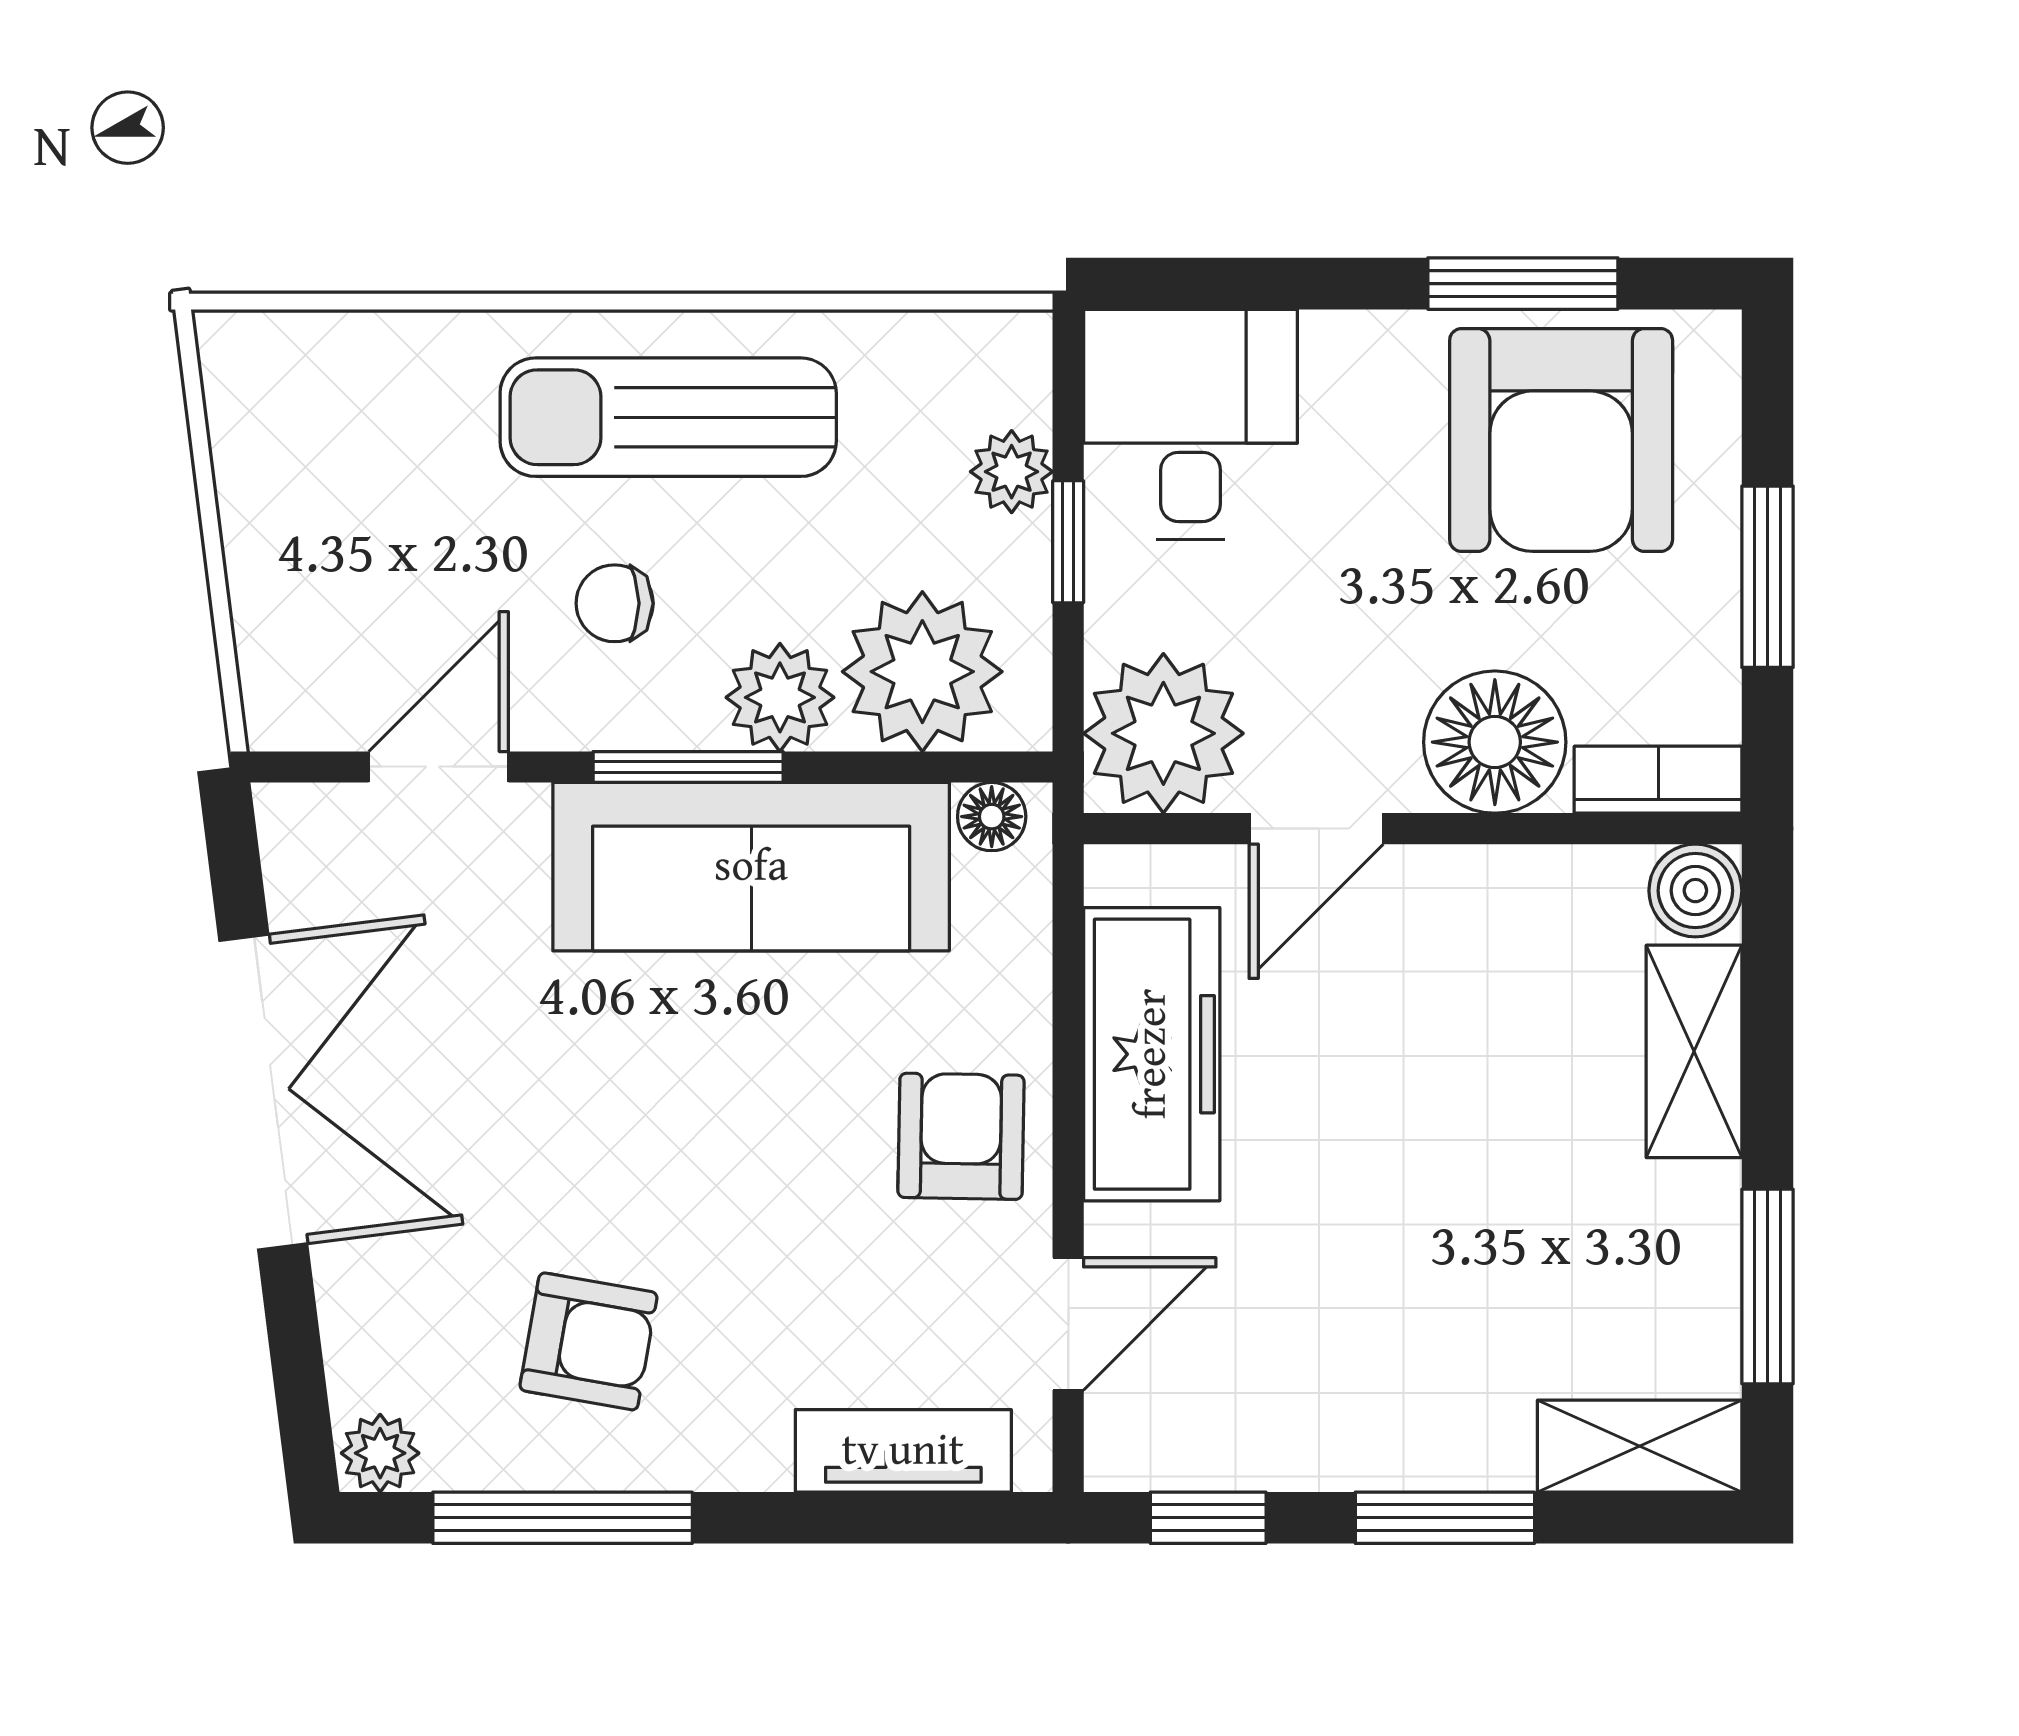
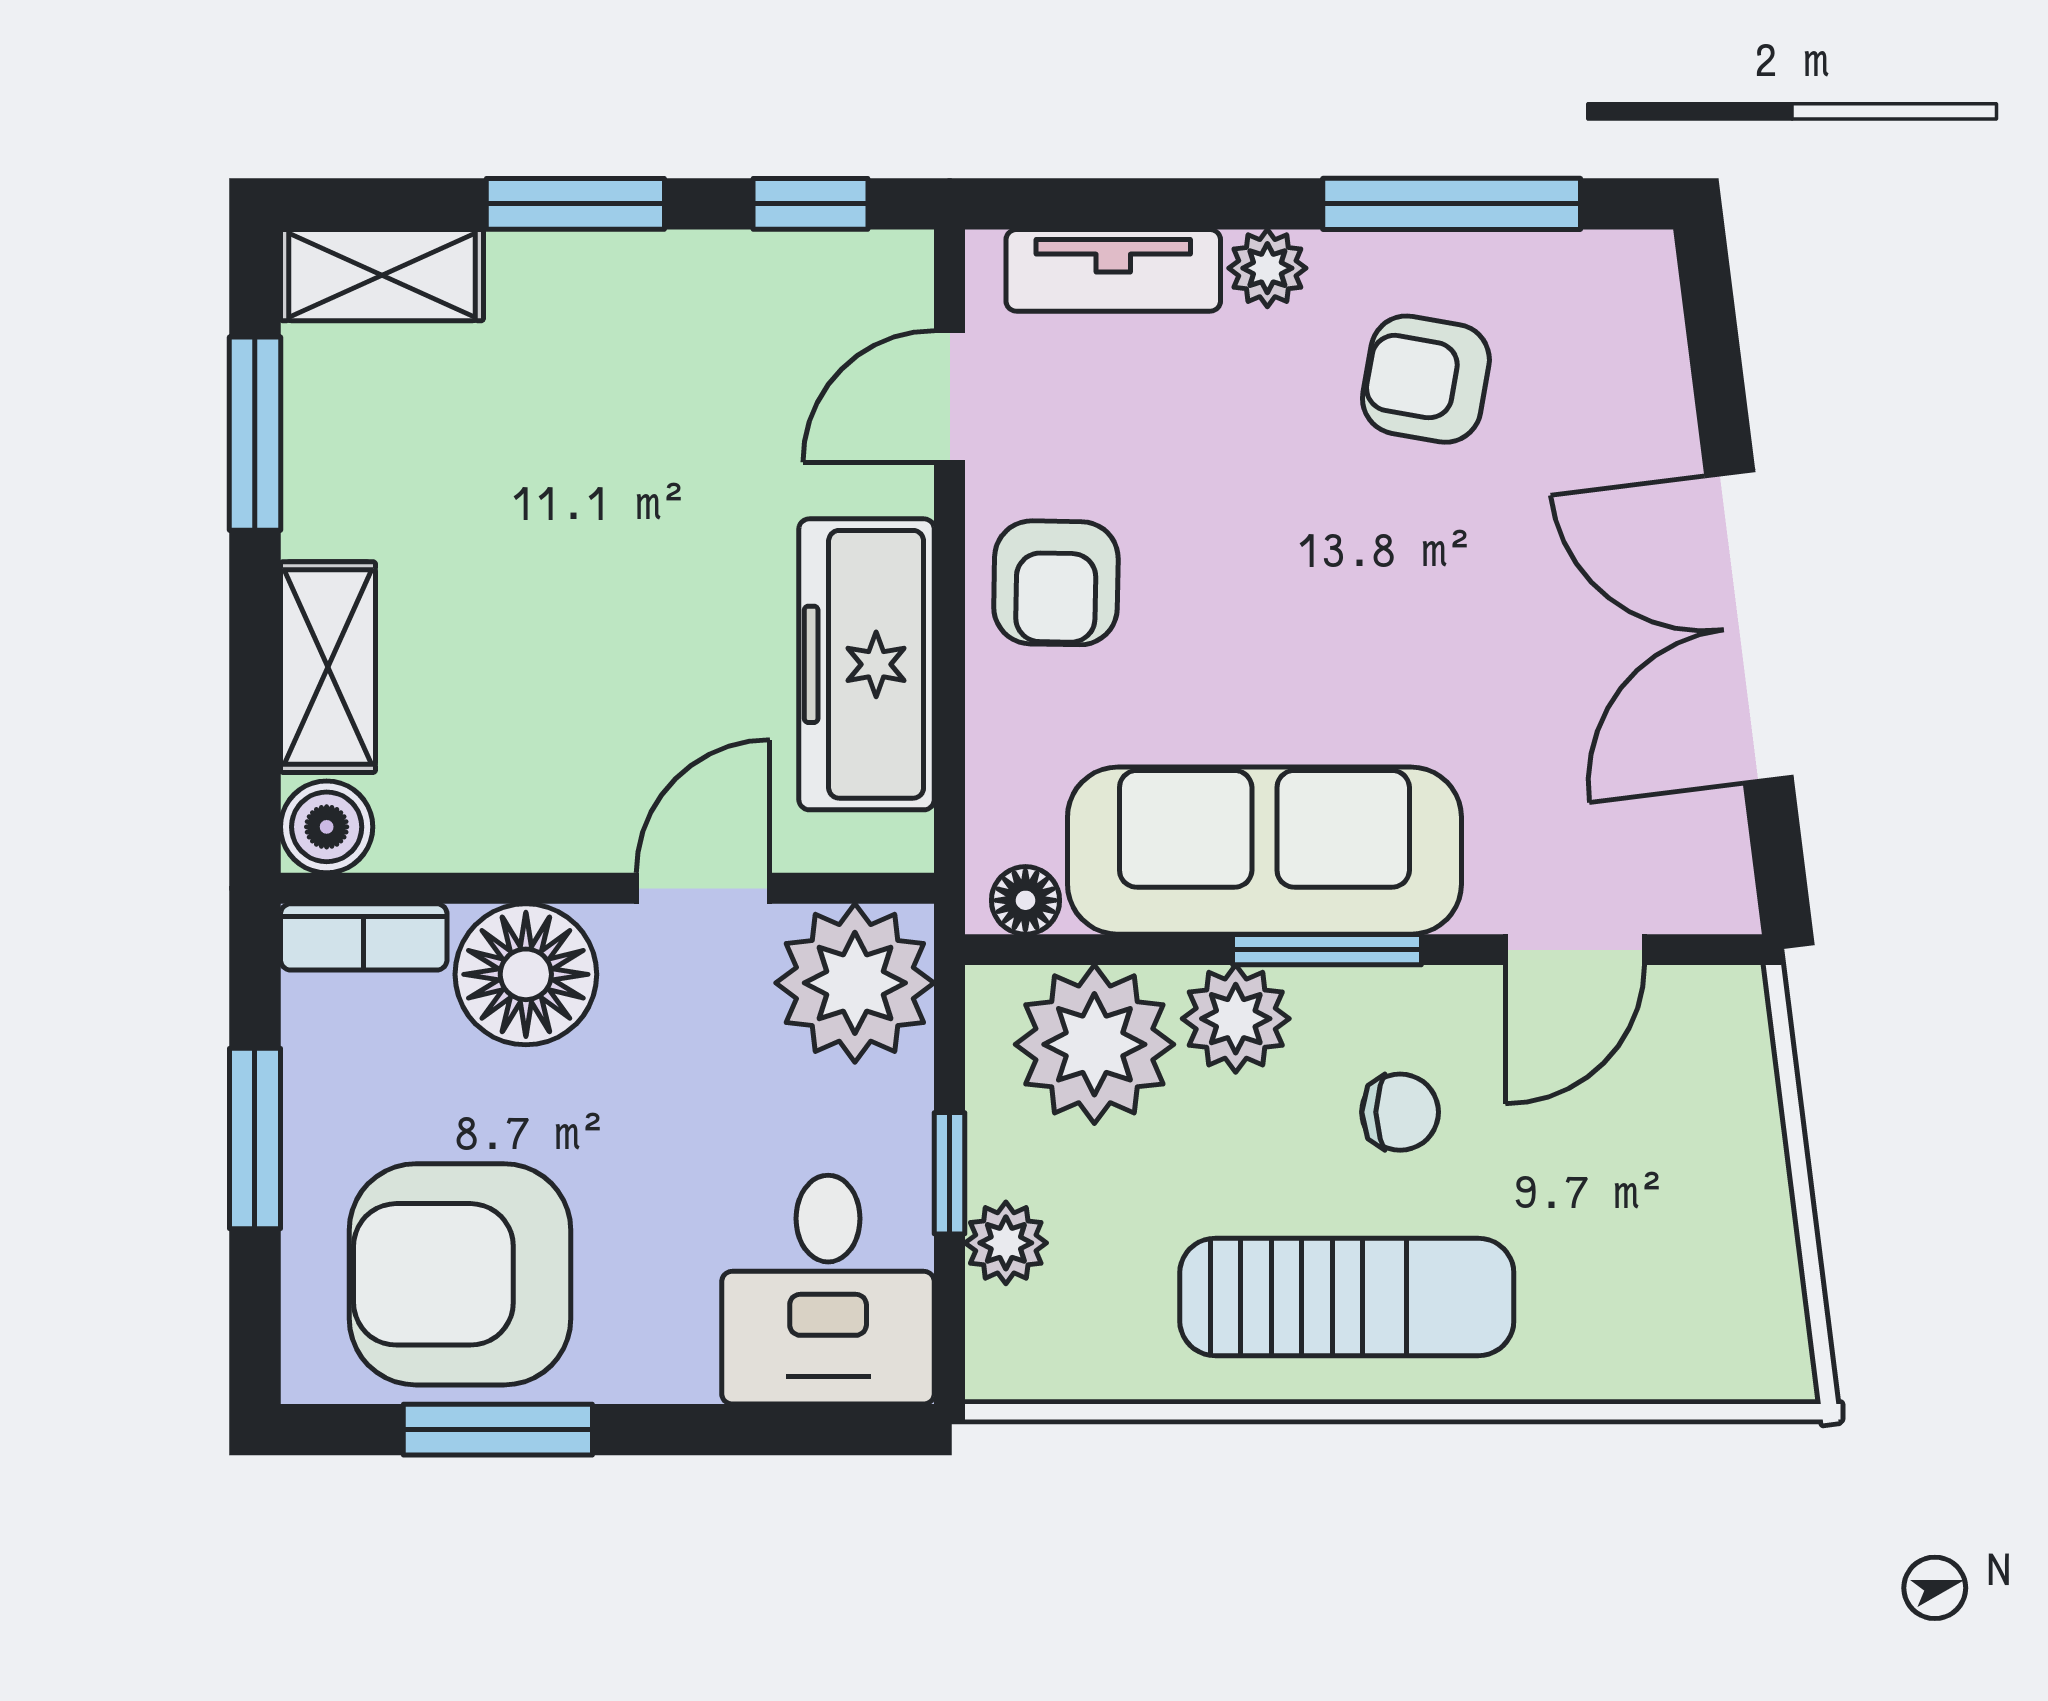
armchair: (1561, 440) -> (460, 1274), turned -90
plant: (380, 1453) -> (1267, 268), moved

